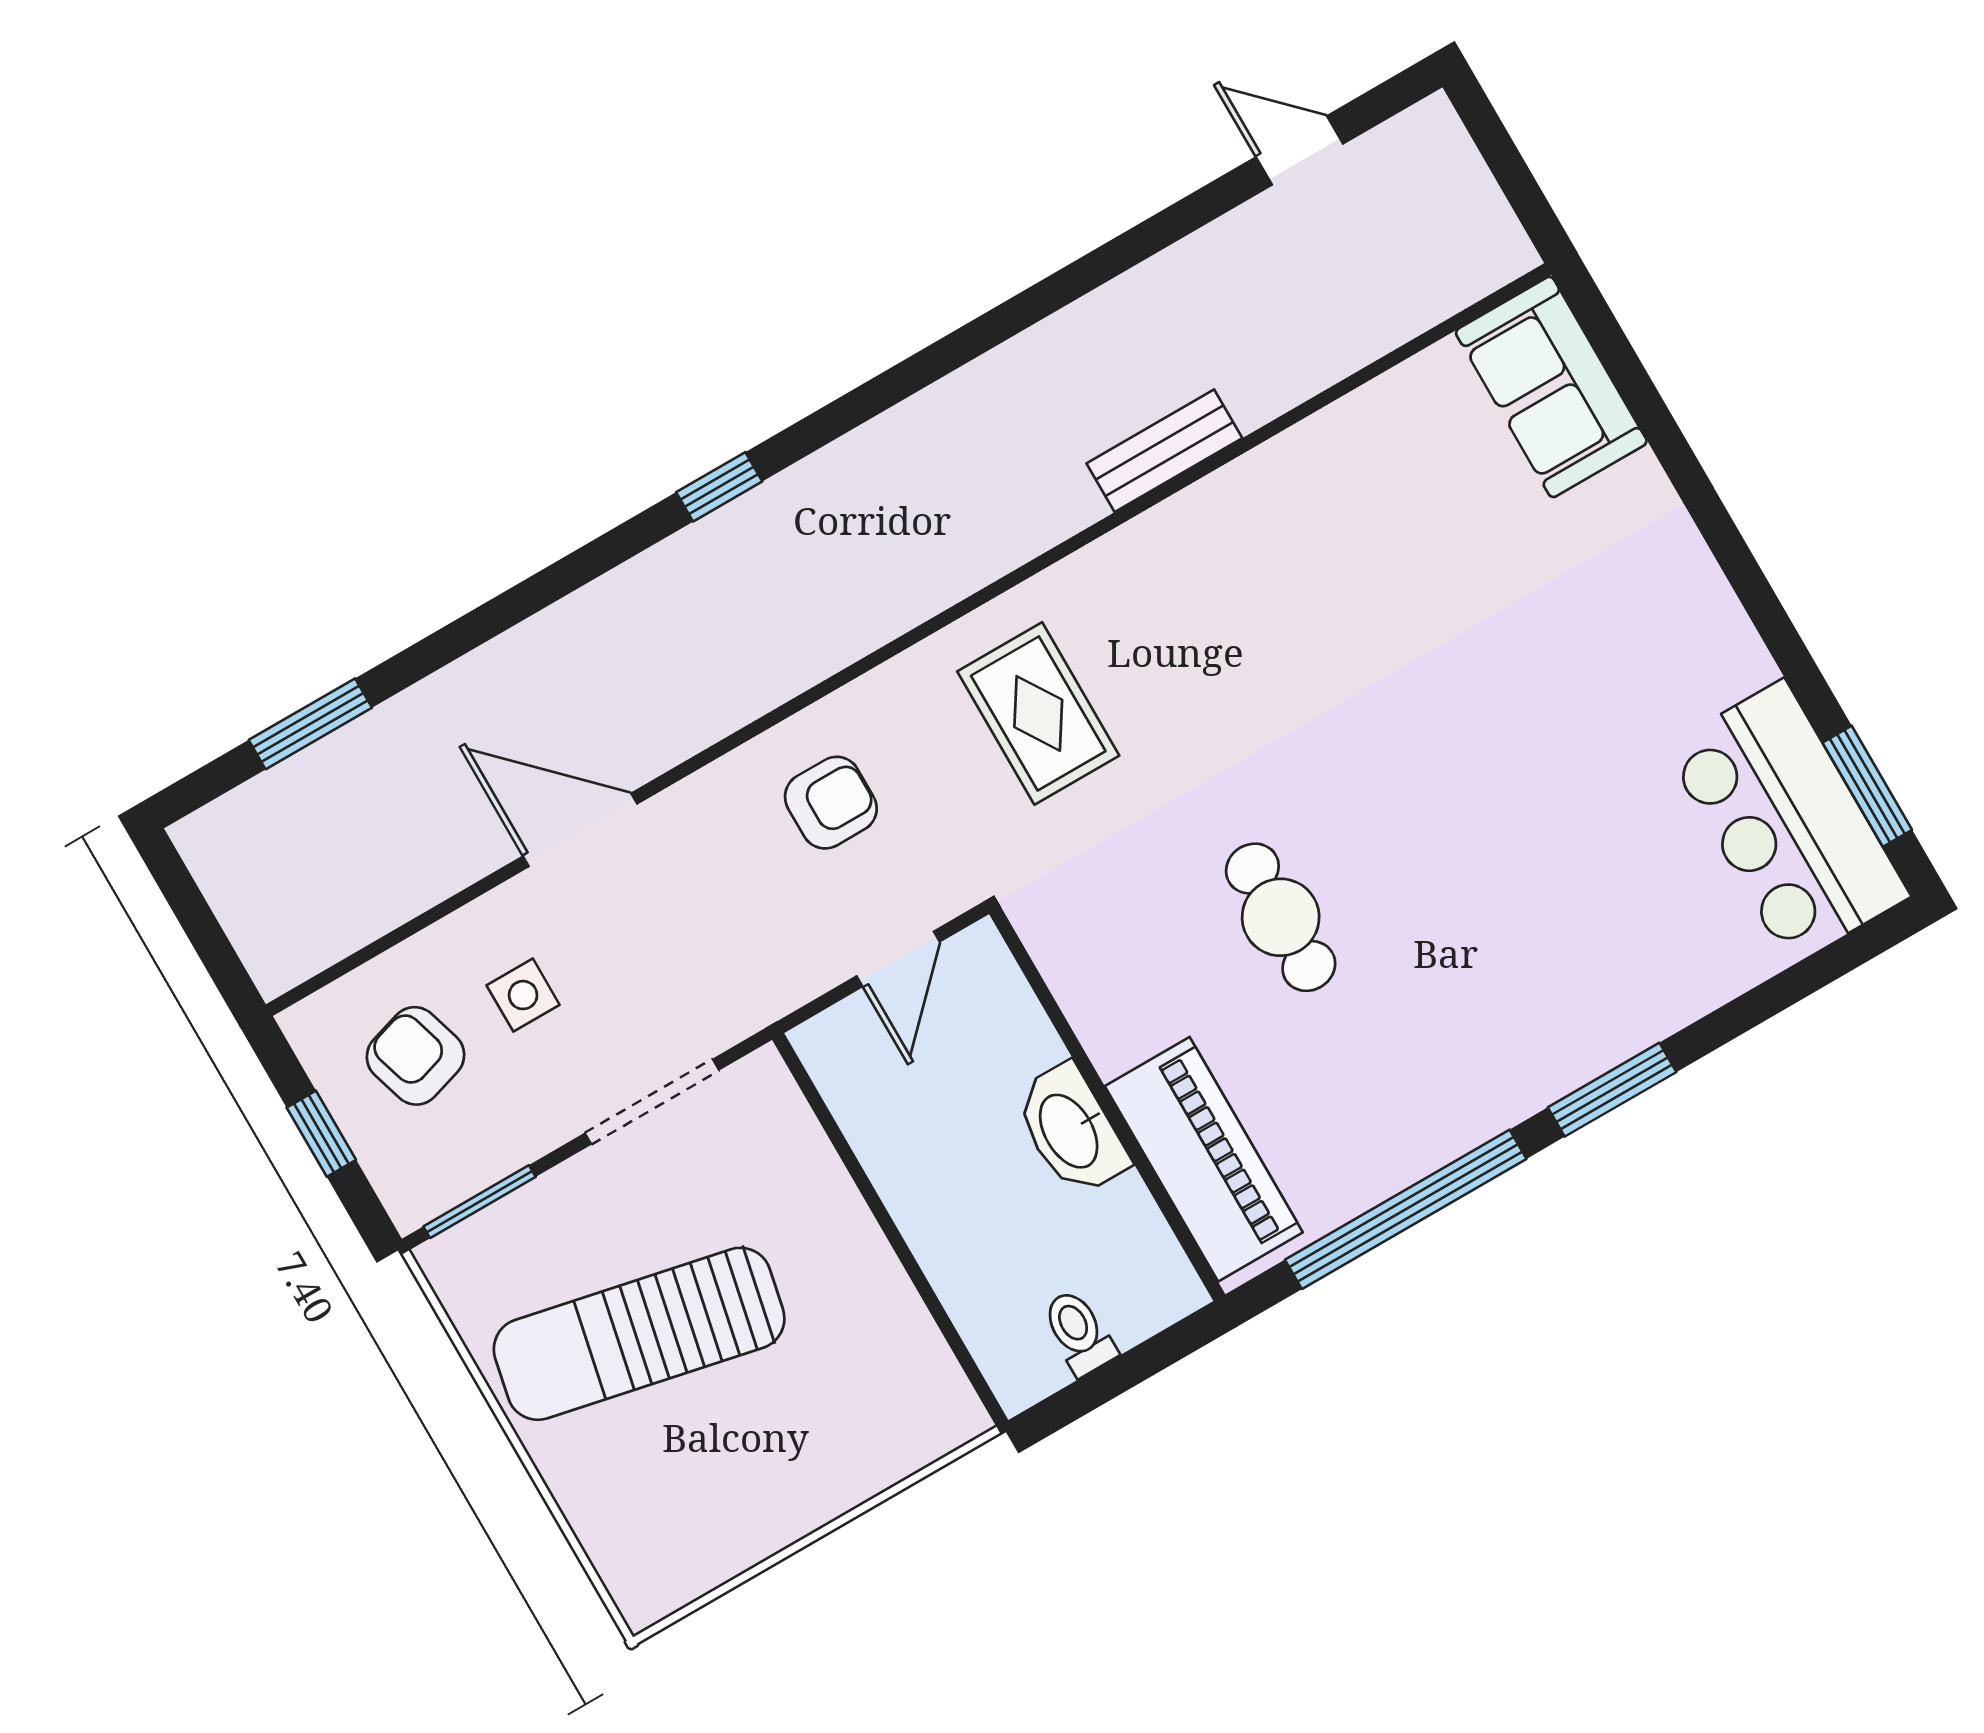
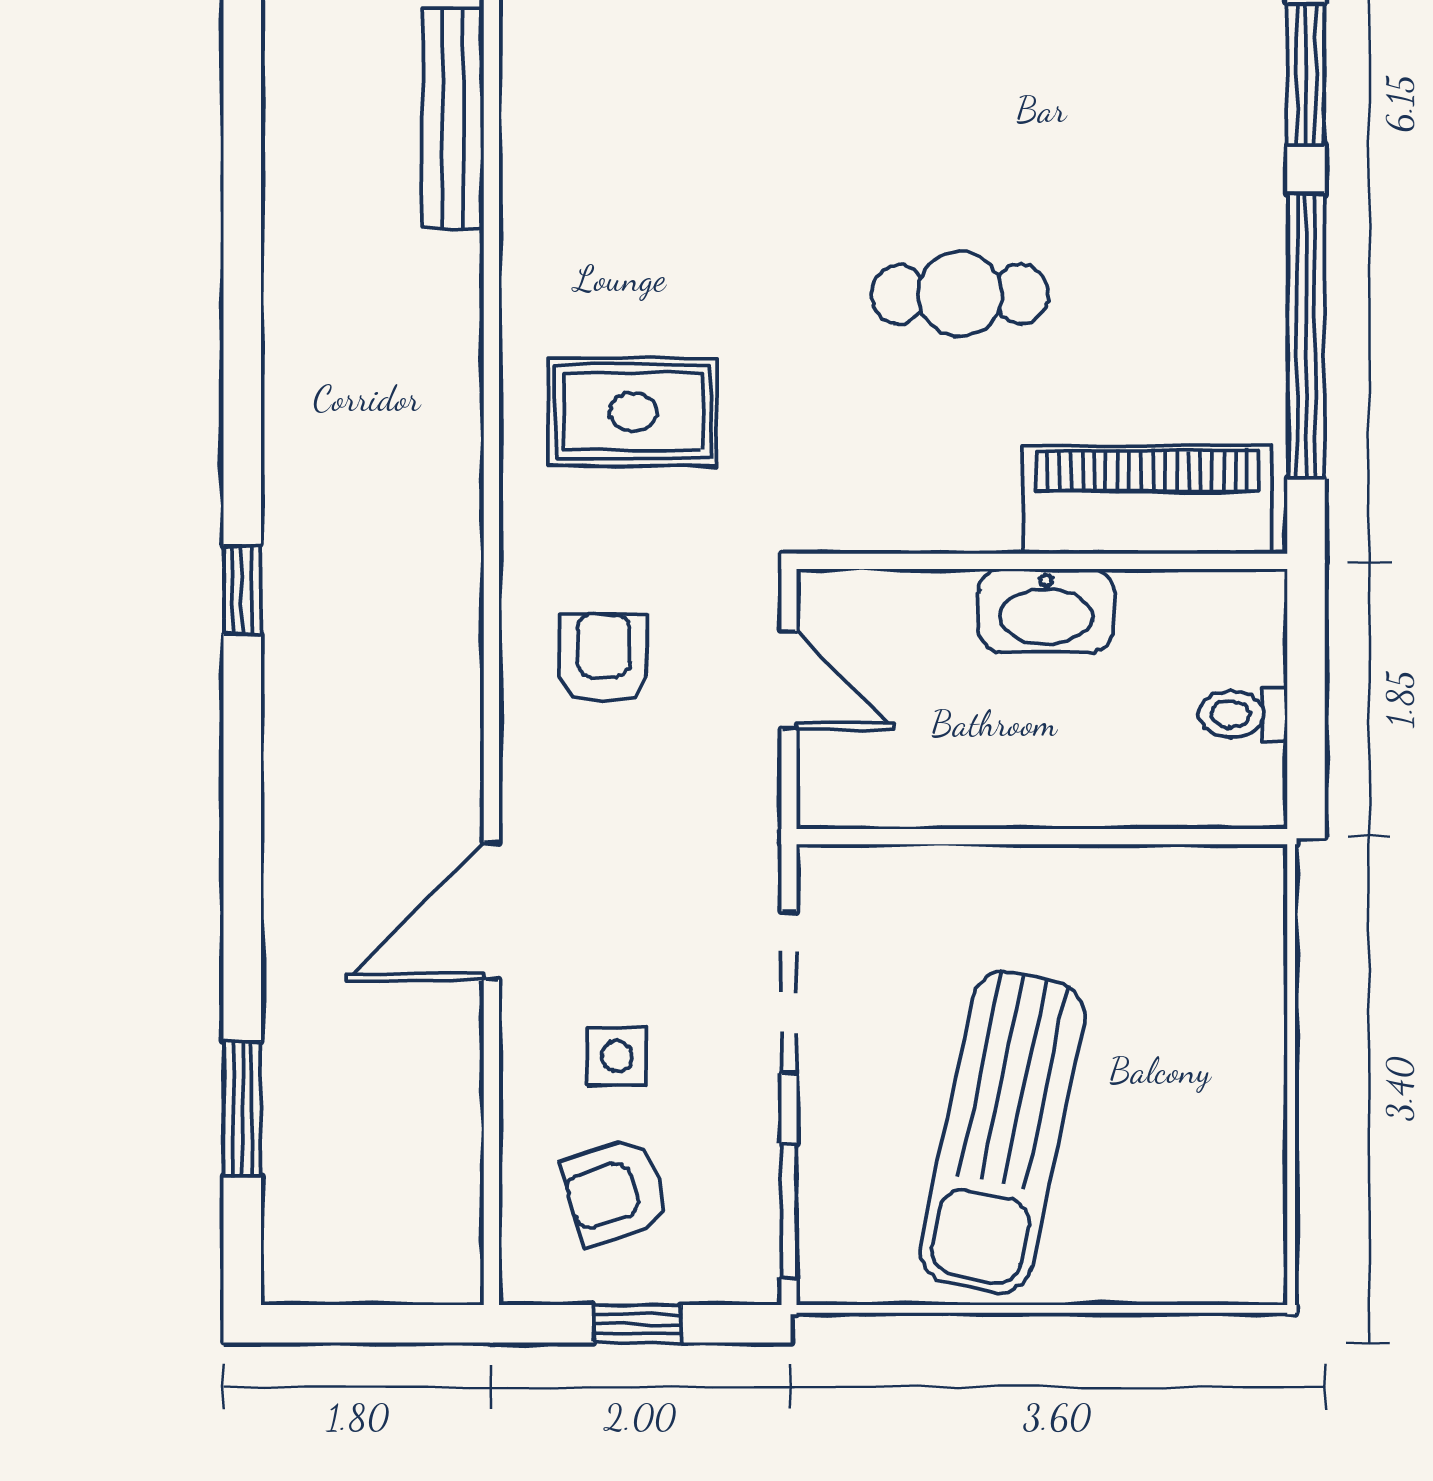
bench: (1164, 451) -> (453, 118), width x1.36

